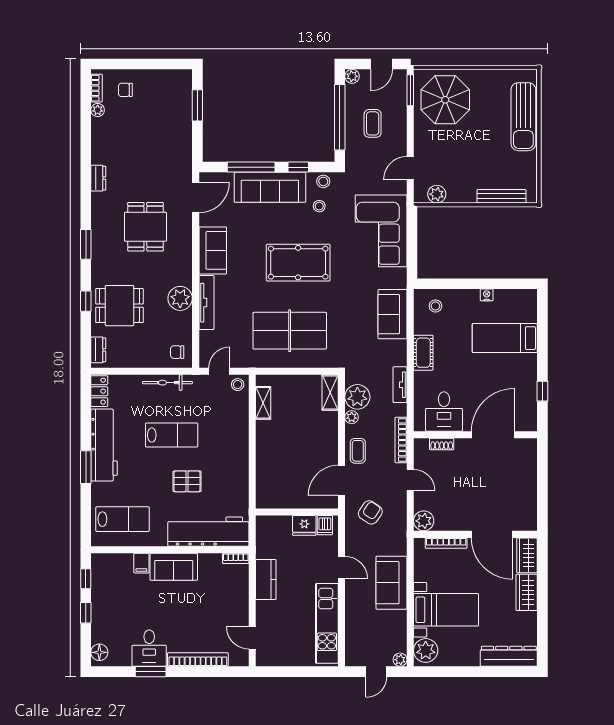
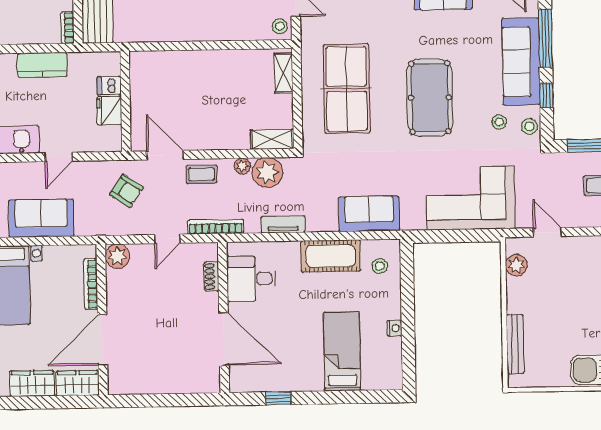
cot: (423, 353) -> (331, 256), width x1.37, depth x1.34
shelving: (263, 403) -> (284, 73), moved, turned 90
dishwasher: (325, 525) -> (109, 86), moved

